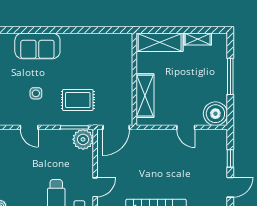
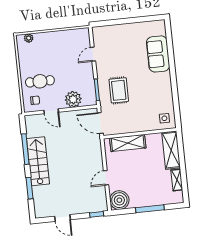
side table: (36, 93) -> (164, 118), moved
plant: (83, 139) -> (73, 99), moved
window: (230, 158) -> (97, 214), moved

